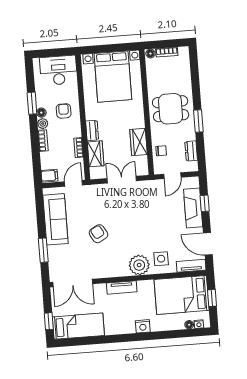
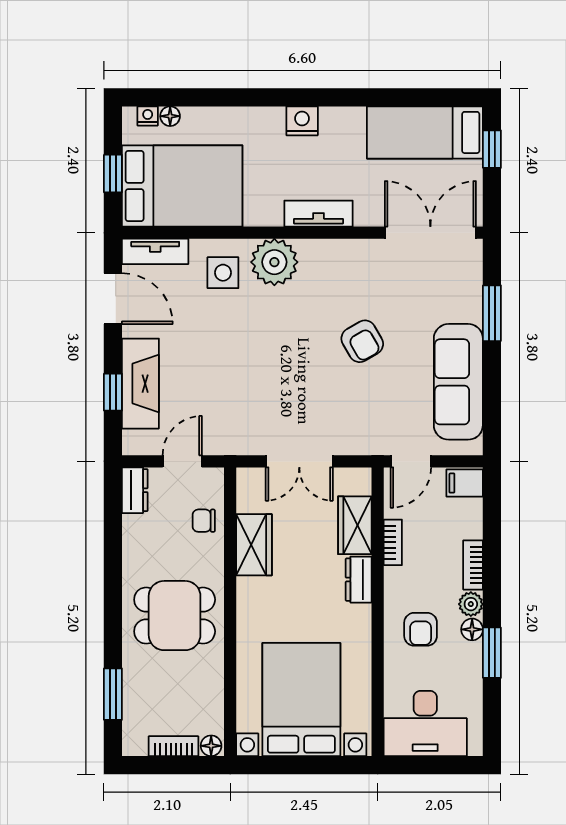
window: (198, 121) -> (113, 694), moved
dresser: (191, 151) -> (135, 490), moved
nightstand: (143, 326) -> (302, 121), moved

